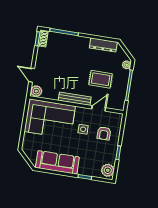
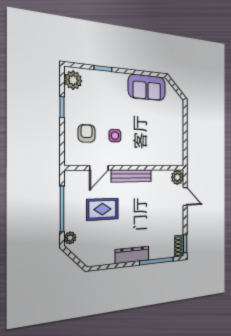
dresser: (103, 45) -> (132, 255), moved
corner sofa: (50, 119) -> (157, 144), removed
sofa: (57, 162) -> (147, 87), width x0.73

